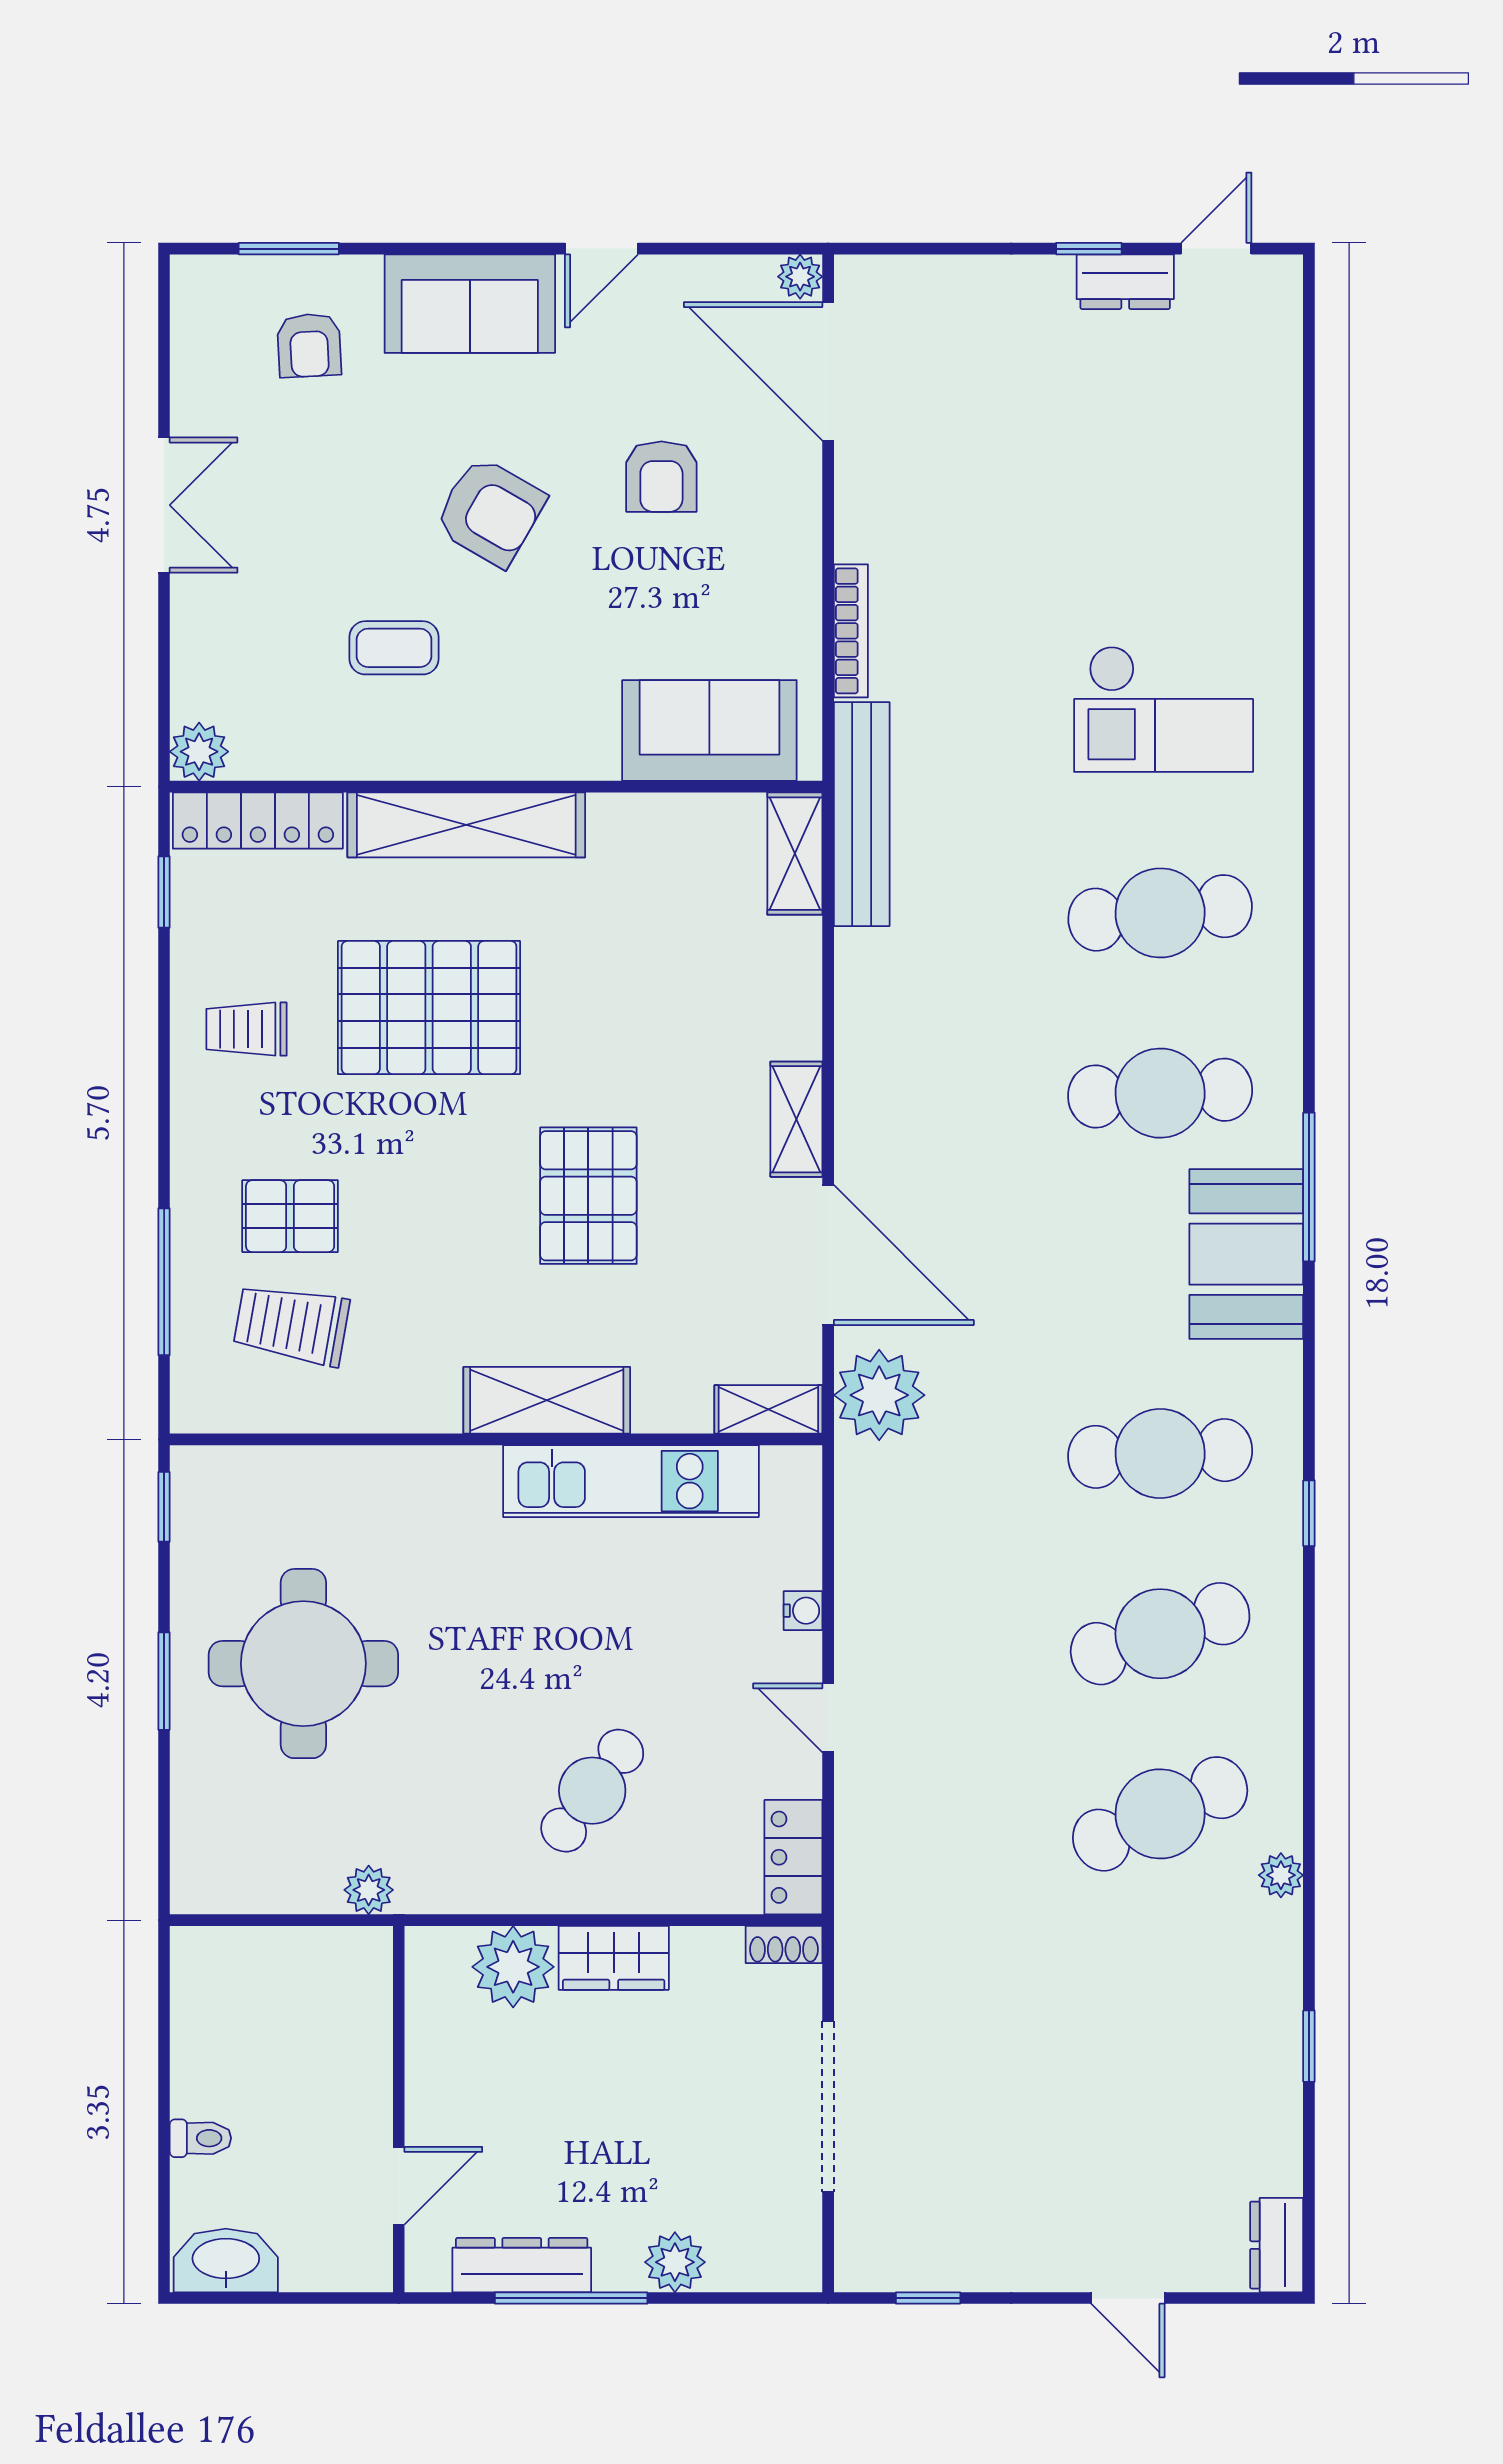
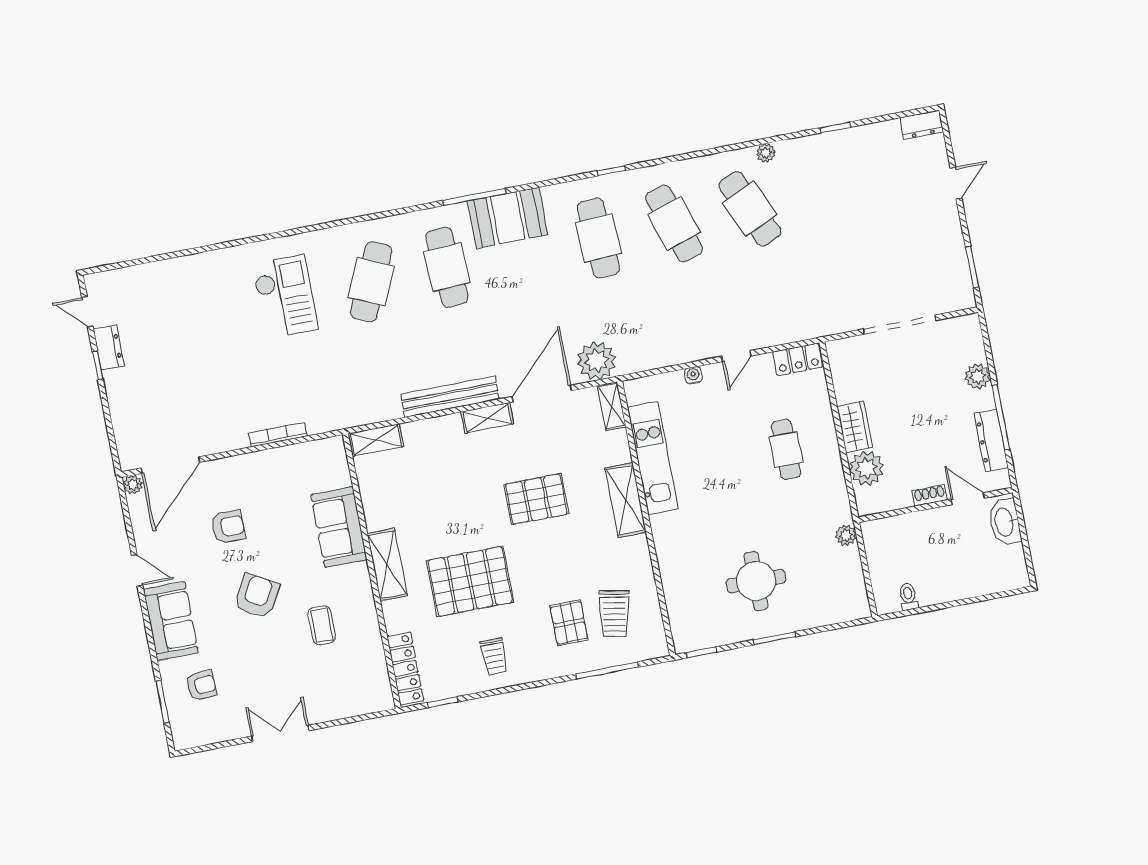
sofa: (709, 731) -> (339, 527), moved
plant: (199, 752) -> (381, 699), removed
bench: (862, 814) -> (450, 397), moved
shelving: (466, 825) -> (387, 565), width x0.68
cafe table: (1160, 913) -> (371, 282), turned 30
pallet: (429, 1008) -> (470, 581), turned 90
round table: (303, 1664) -> (756, 581), width x0.73, depth x0.73
cafe table: (592, 1791) -> (786, 449), turned 54
shoe rack: (784, 1945) -> (930, 495), moved, turned -90
toilet: (200, 2138) -> (908, 597), moved
washbasin: (226, 2260) -> (1005, 522), moved
window: (928, 2298) -> (972, 267), width x1.50

